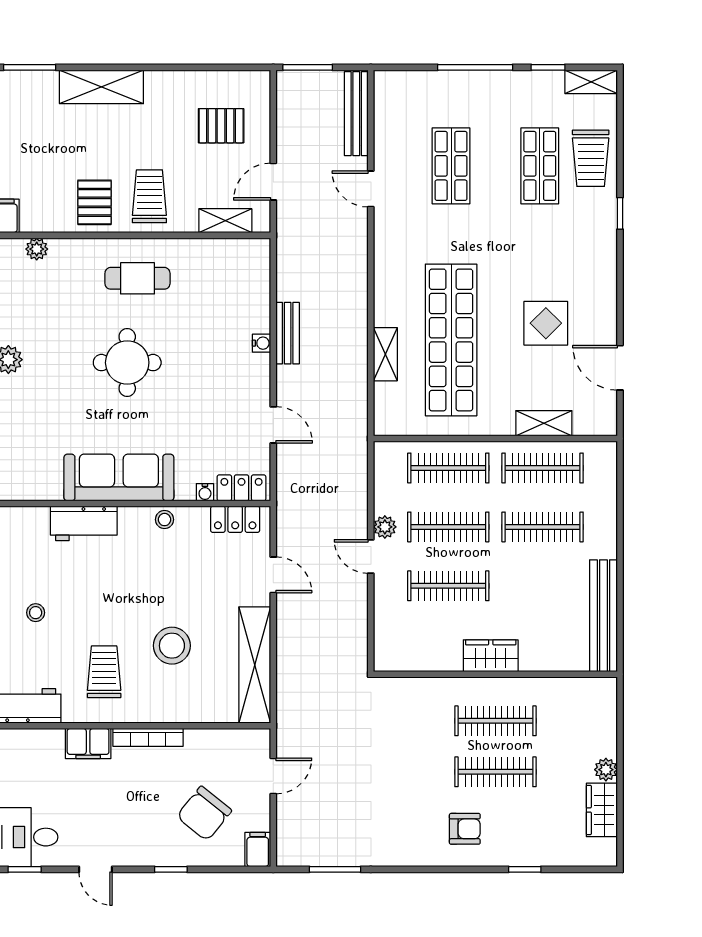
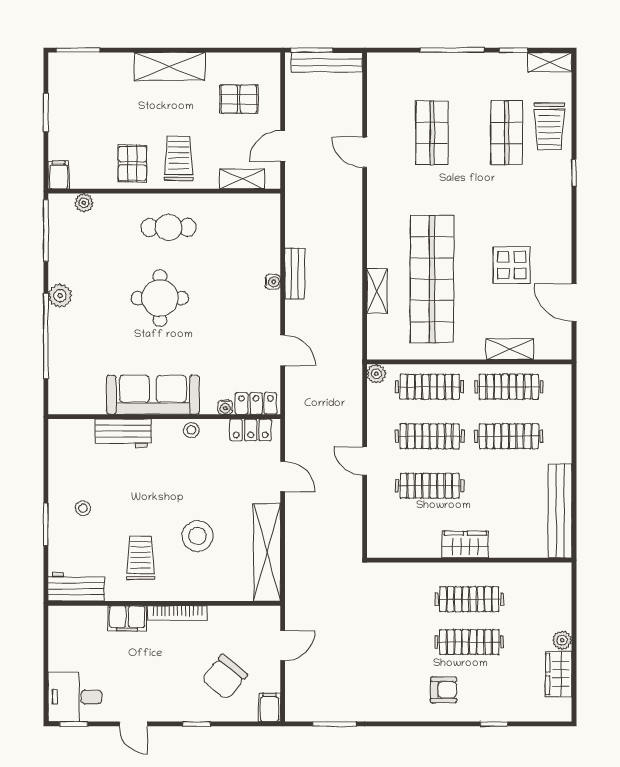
shelving: (101, 87) -> (170, 66), moved
bench: (356, 114) -> (327, 62), moved, turned 90
plant: (385, 527) -> (376, 374), moved

